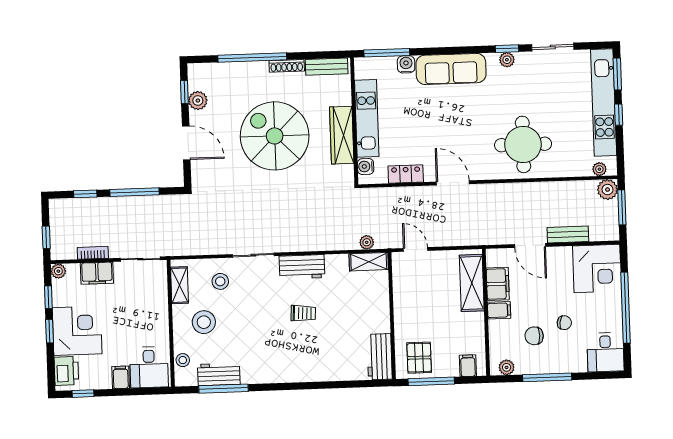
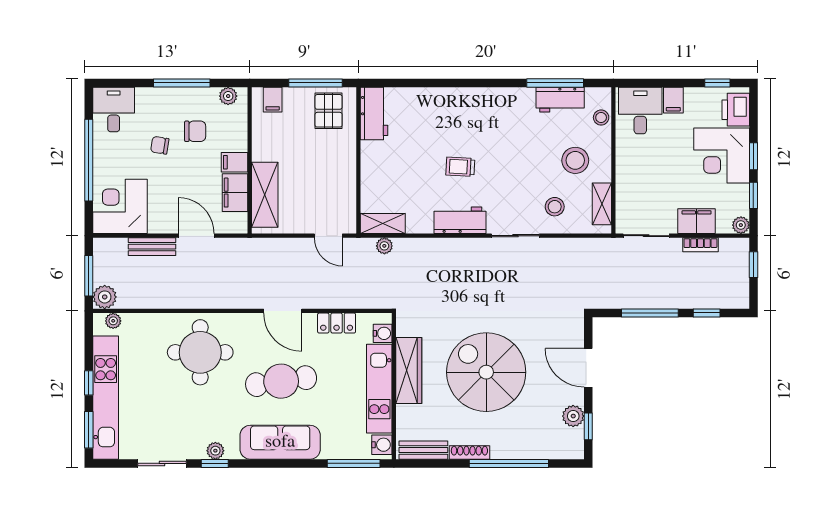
water cooler: (406, 64) -> (382, 445), moved, turned -90
cafe table: (452, 122) -> (281, 381), added
spiral stairs: (275, 136) -> (486, 372), turned 180

